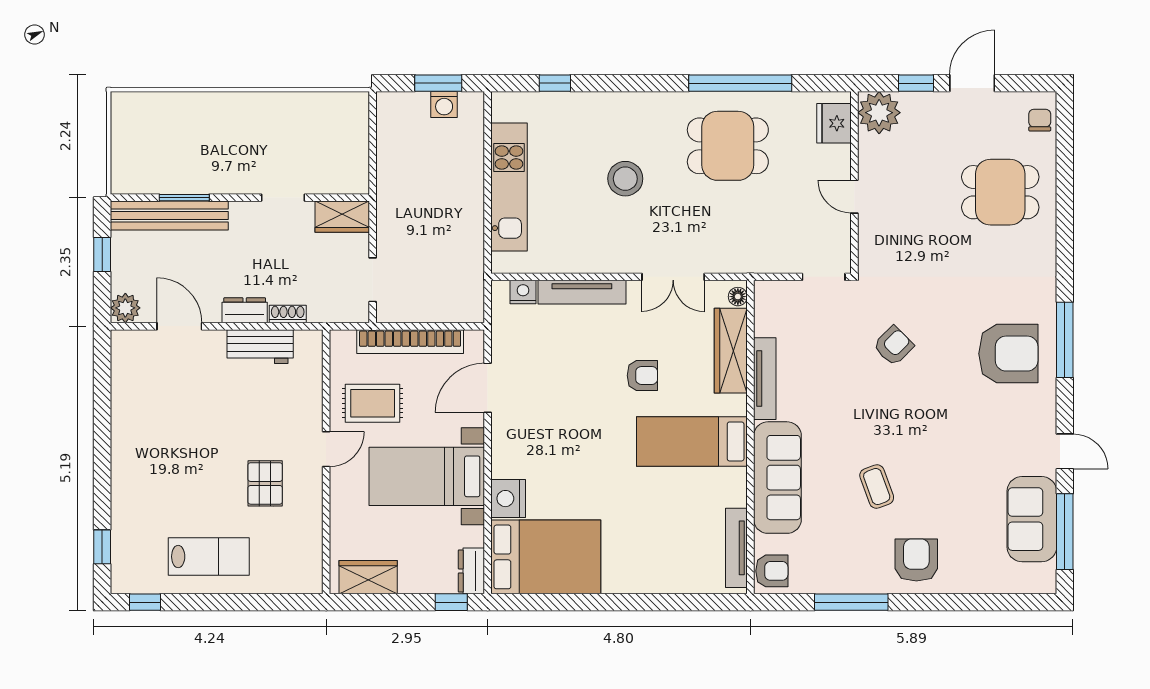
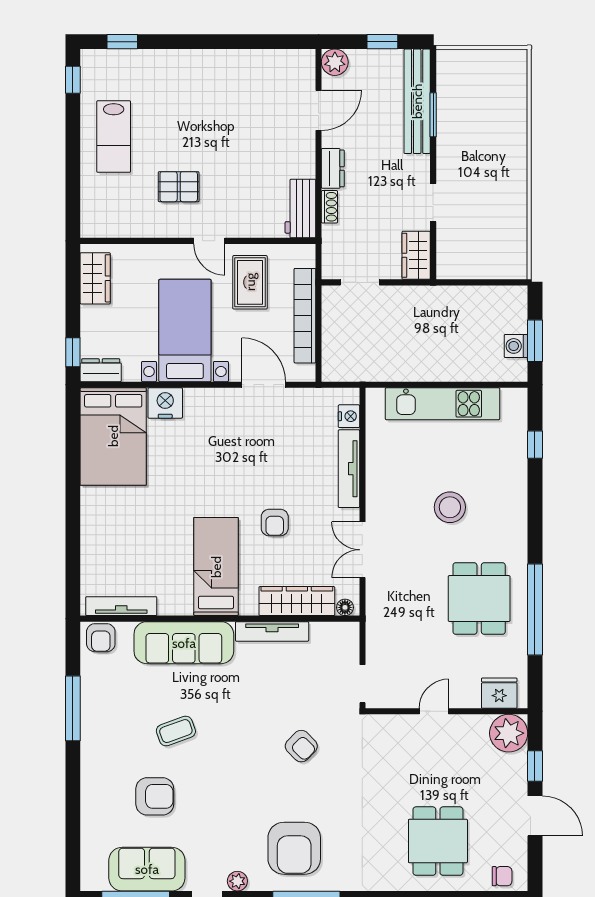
workbench: (260, 347) -> (300, 209), moved
plant: (1045, 417) -> (237, 881), added
armchair: (916, 560) -> (155, 796), moved

